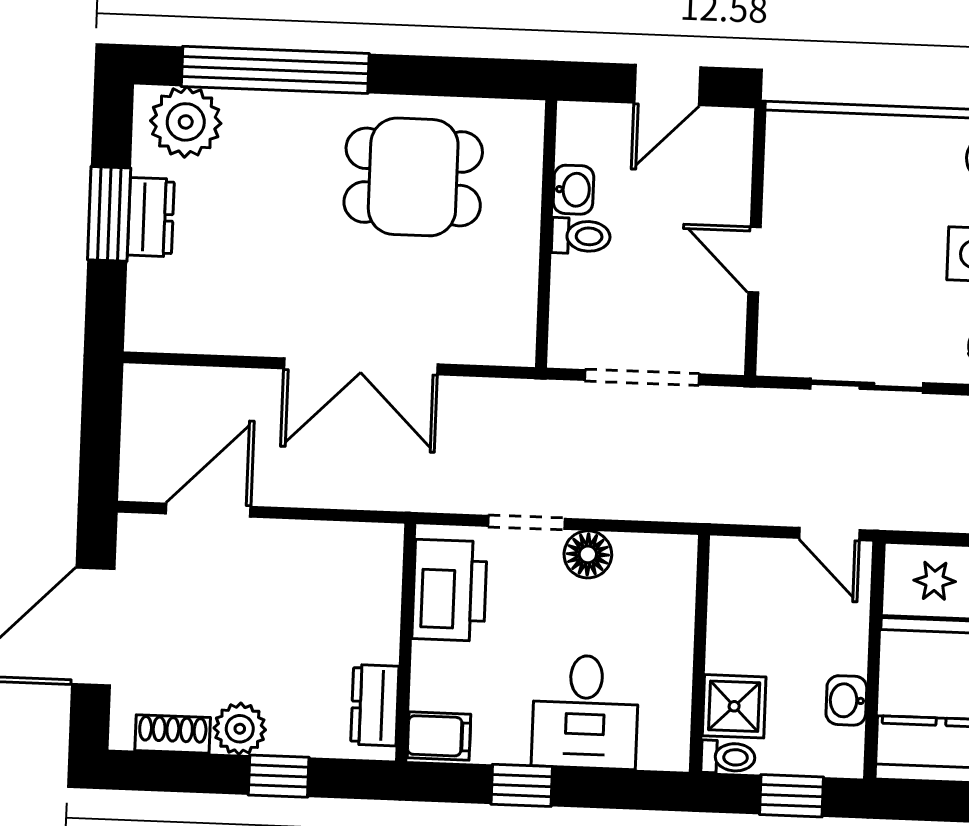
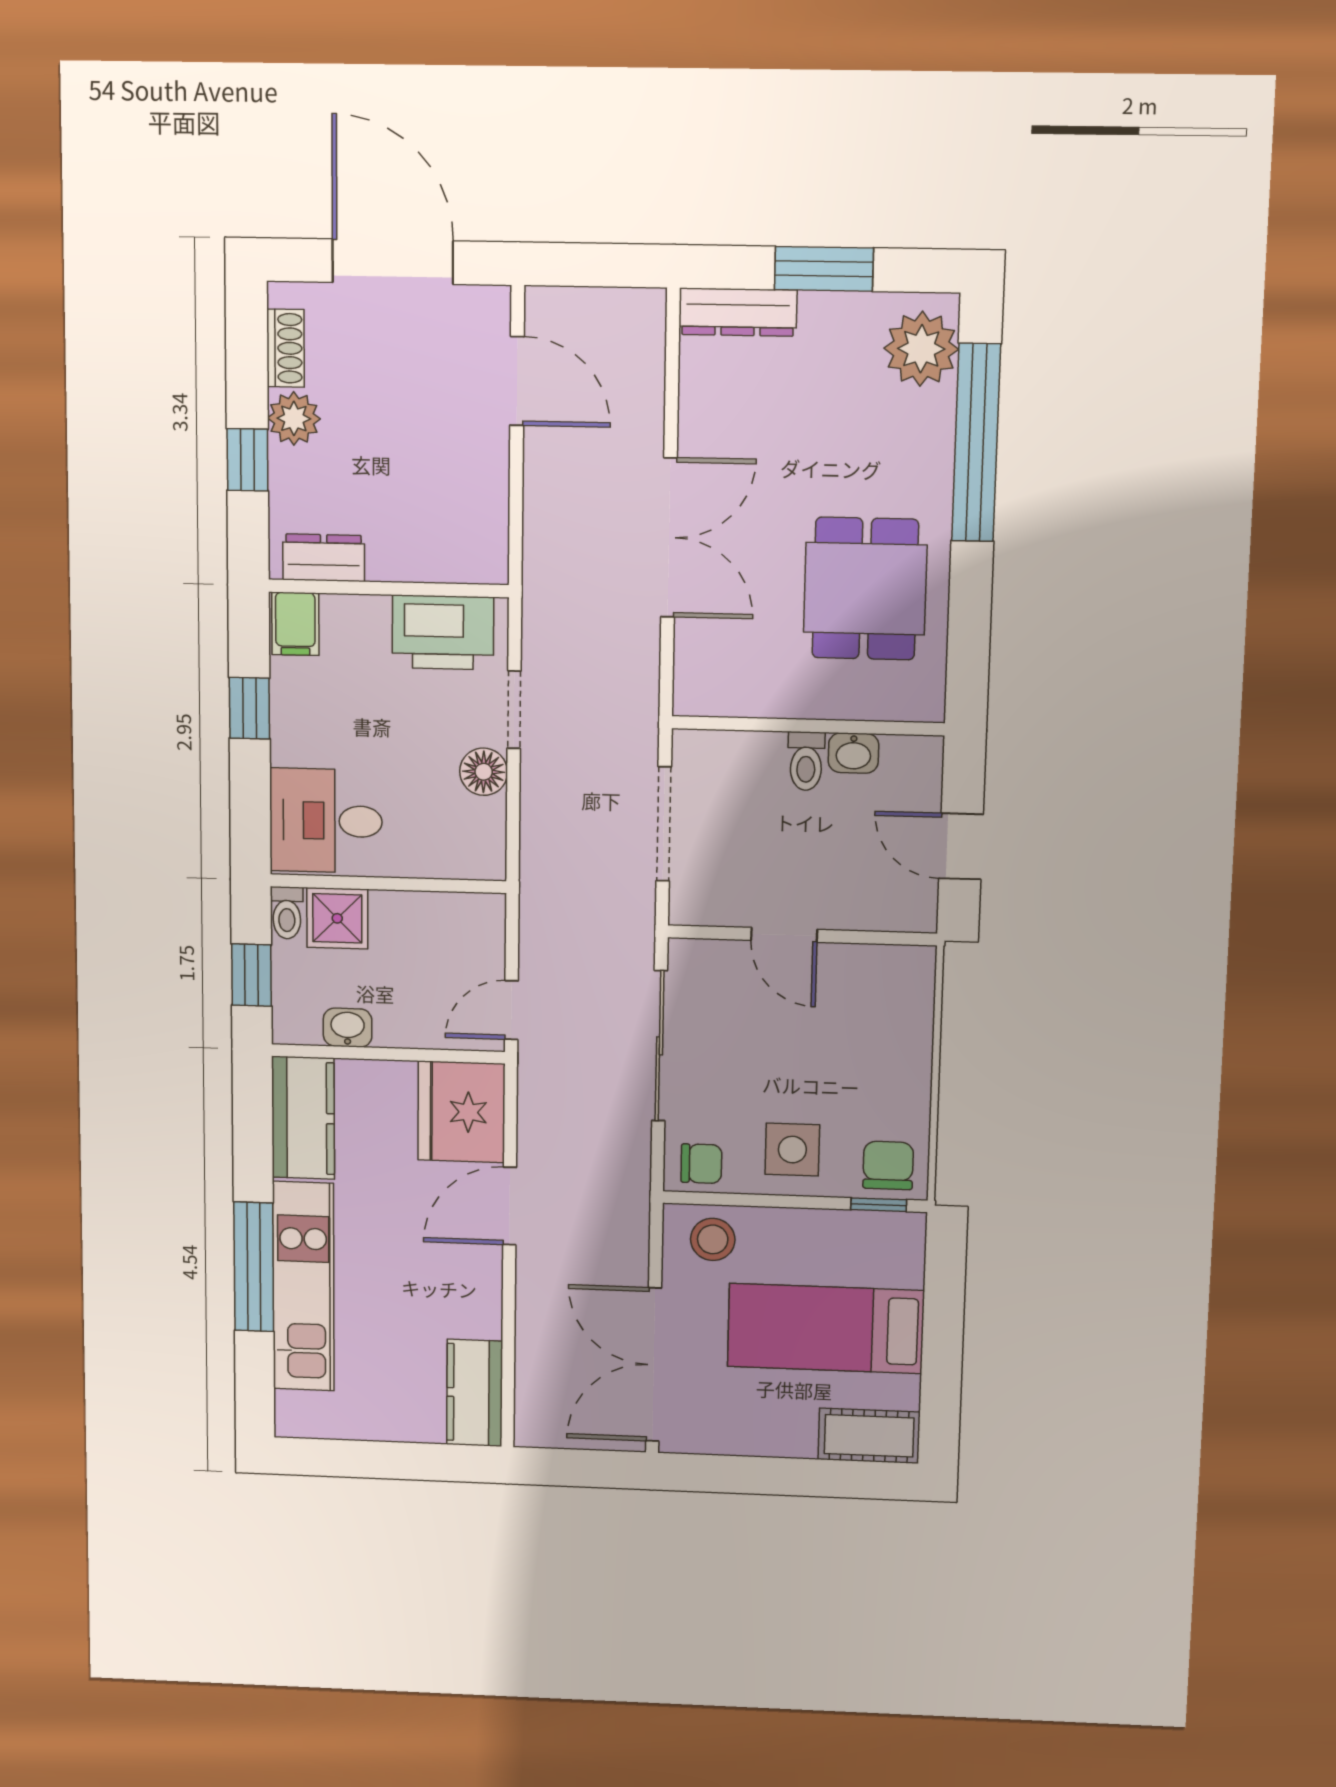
dresser: (151, 217) -> (738, 312), moved, width x1.44
door: (755, 260) -> (784, 935), swing flipped
double door: (361, 366) -> (669, 538), swing flipped
sliding door: (867, 386) -> (660, 1046), width x1.37
desk: (585, 712) -> (326, 821), moved

